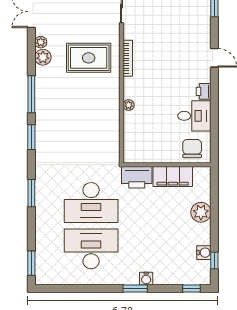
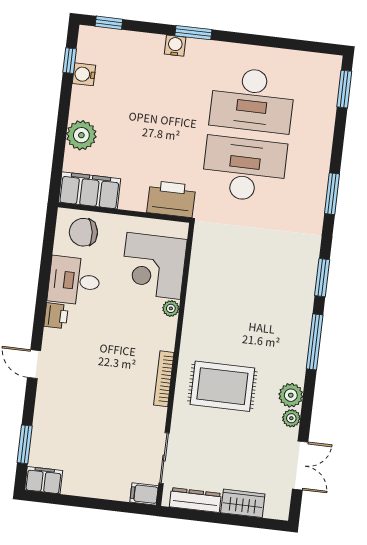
corner desk: (143, 132) -> (154, 266), added
chair: (192, 149) -> (83, 232), turned 82
filing cabinet: (173, 177) -> (90, 190), moved

